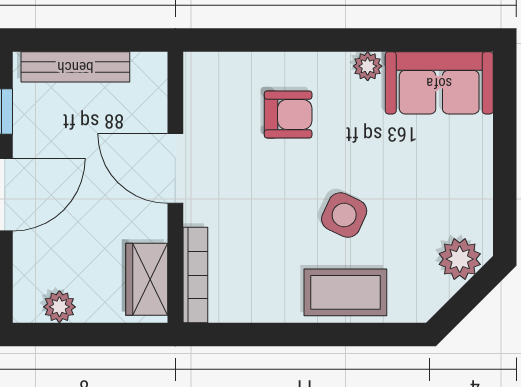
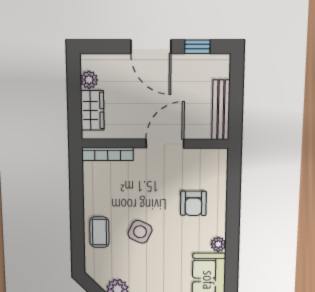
bench: (75, 67) -> (221, 110), moved
wardrobe: (147, 279) -> (92, 110), moved, turned 90
coffee table: (345, 292) -> (99, 232), width x0.73, depth x0.77

